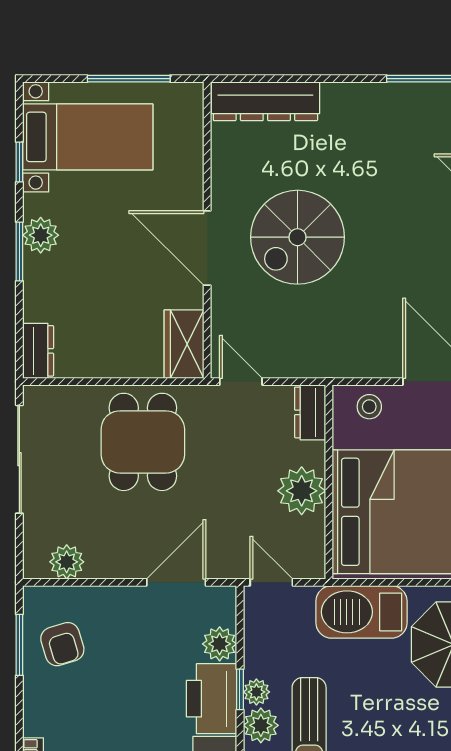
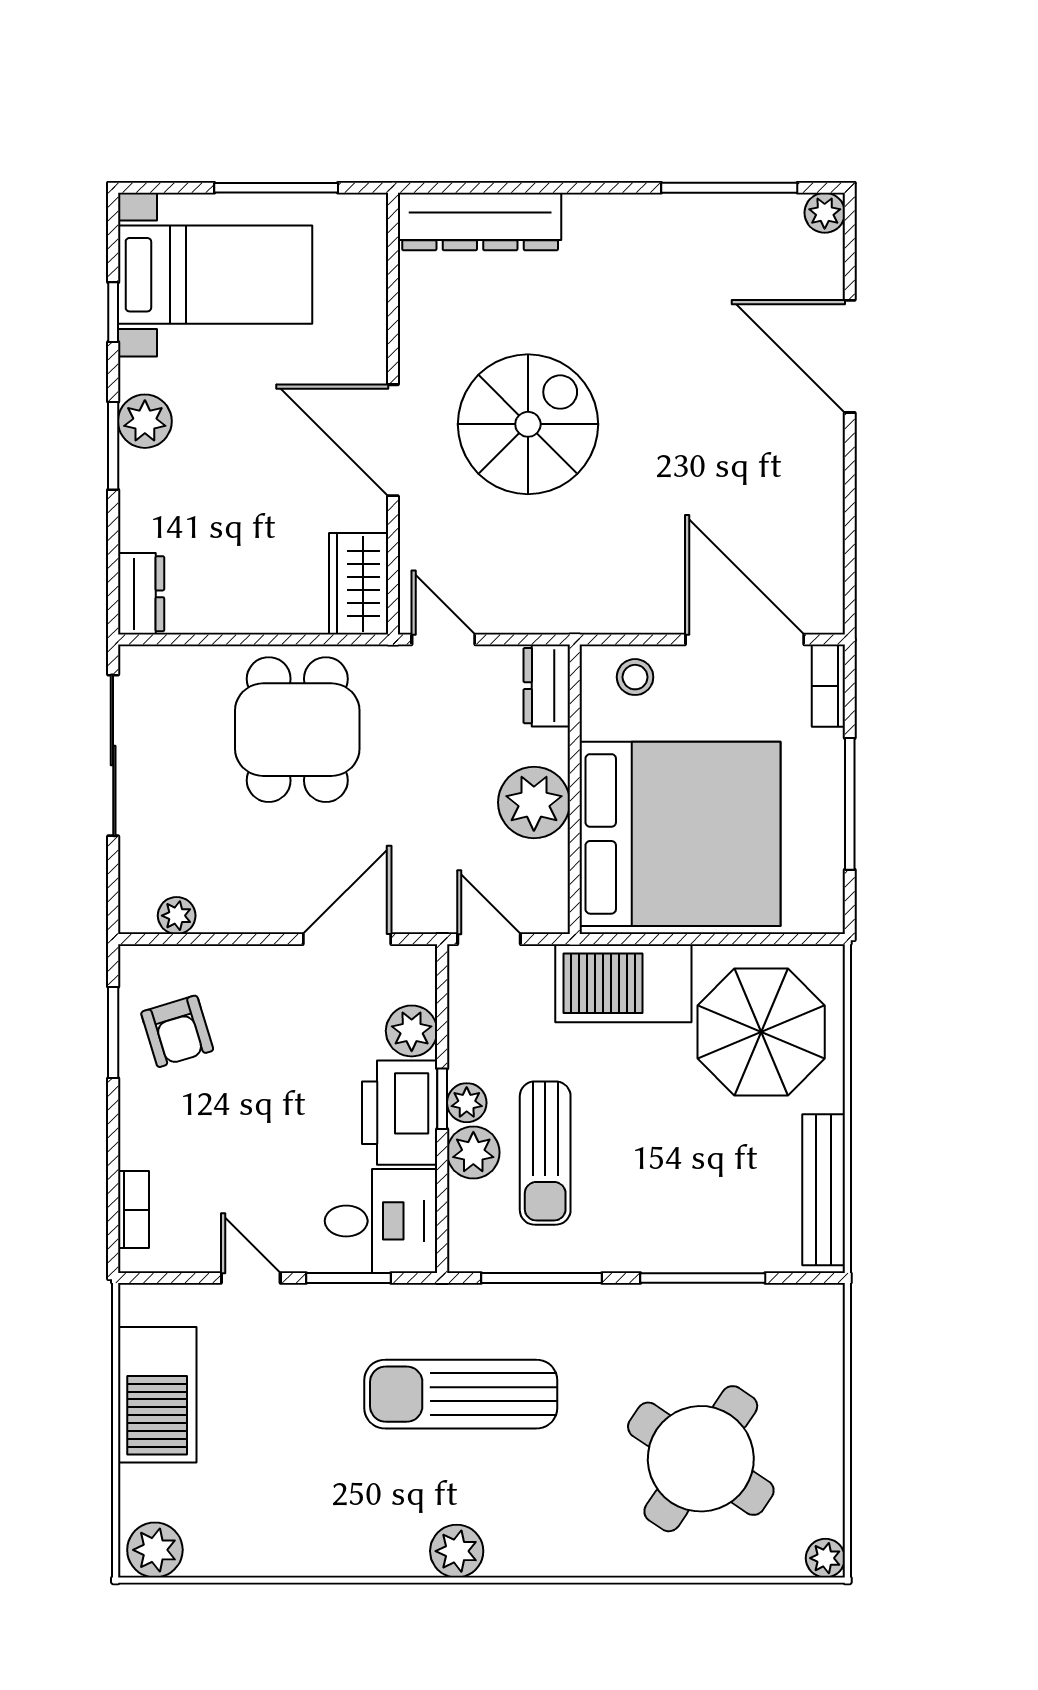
spiral stairs: (298, 237) -> (528, 424), turned 180
plant: (67, 562) -> (177, 916), width x0.73, depth x0.73

